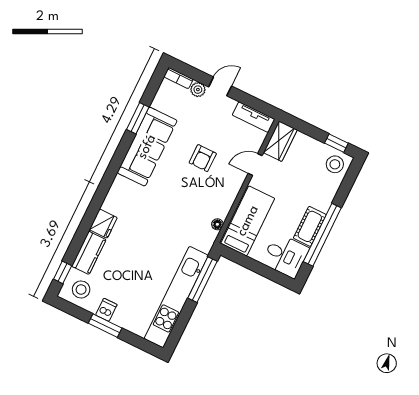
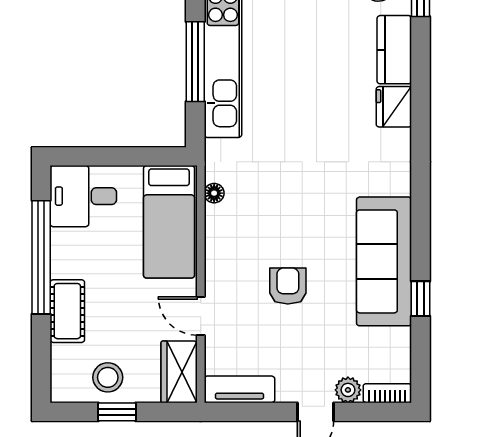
window: (138, 118) -> (421, 299), width x0.67
window: (336, 143) -> (117, 412), moved
stool: (335, 164) -> (108, 377), moved
door: (255, 165) -> (201, 316), swing flipped
cot: (310, 226) -> (67, 311), moved
window: (202, 280) -> (195, 62), moved

